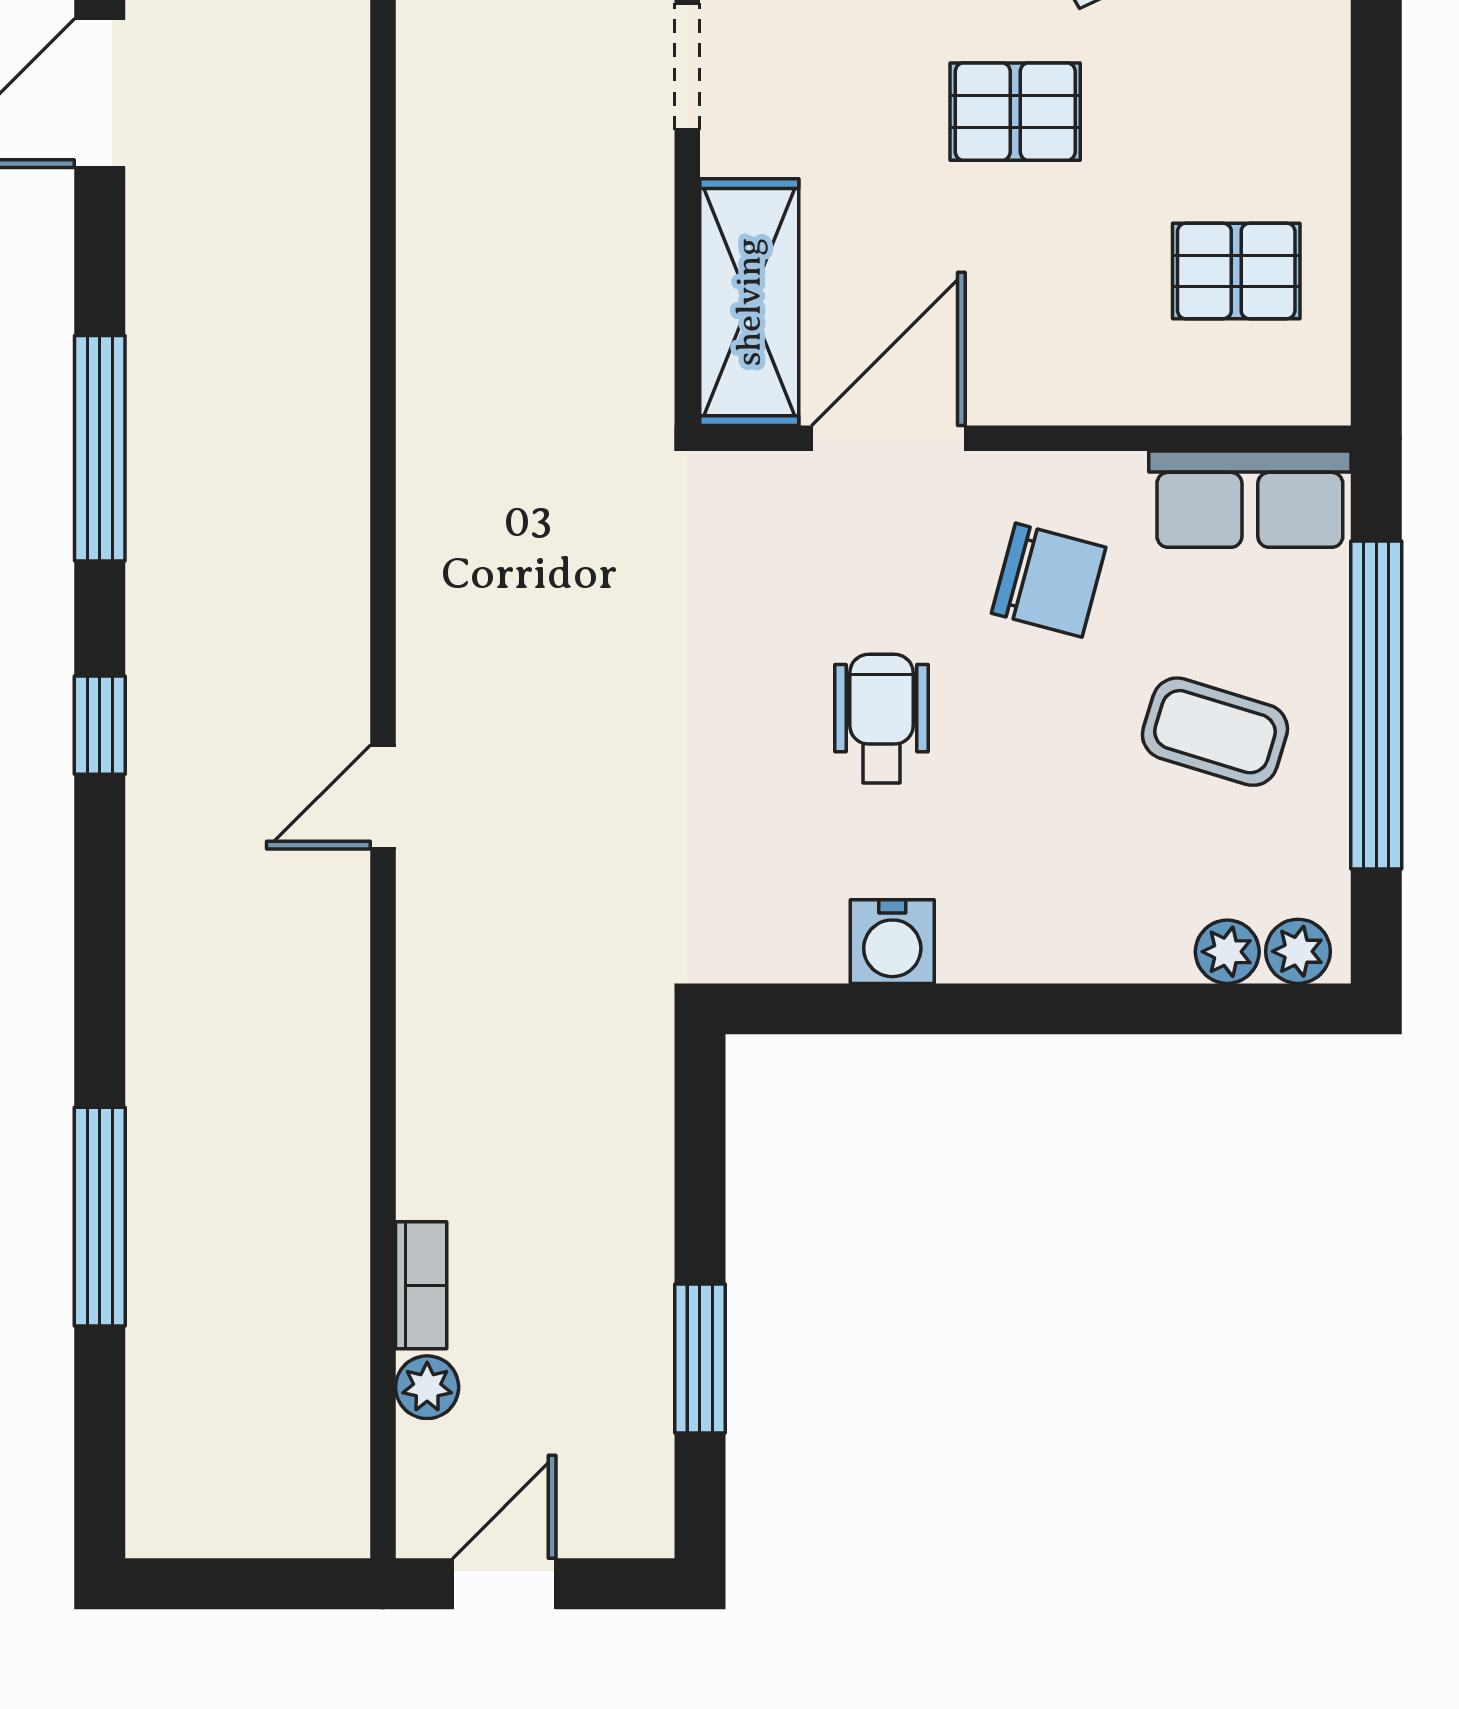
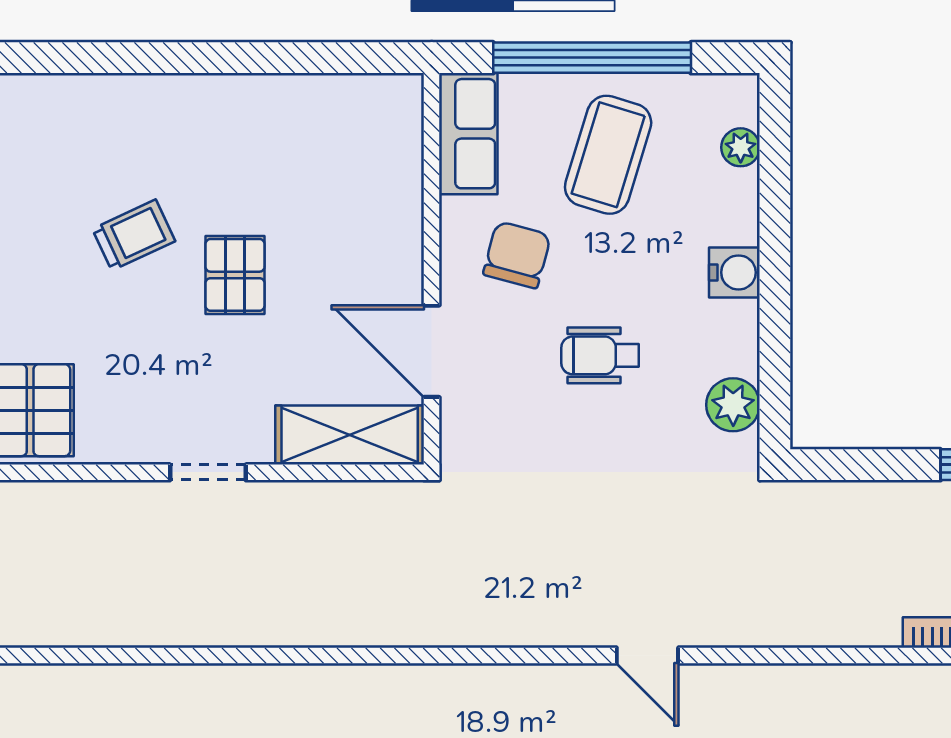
pallet: (1236, 271) -> (331, 142), removed
coffee table: (1215, 732) -> (608, 155), width x1.36, depth x1.30
water cooler: (892, 942) -> (734, 272), moved
plant: (1298, 951) -> (733, 405), moved, width x1.38, depth x1.38

